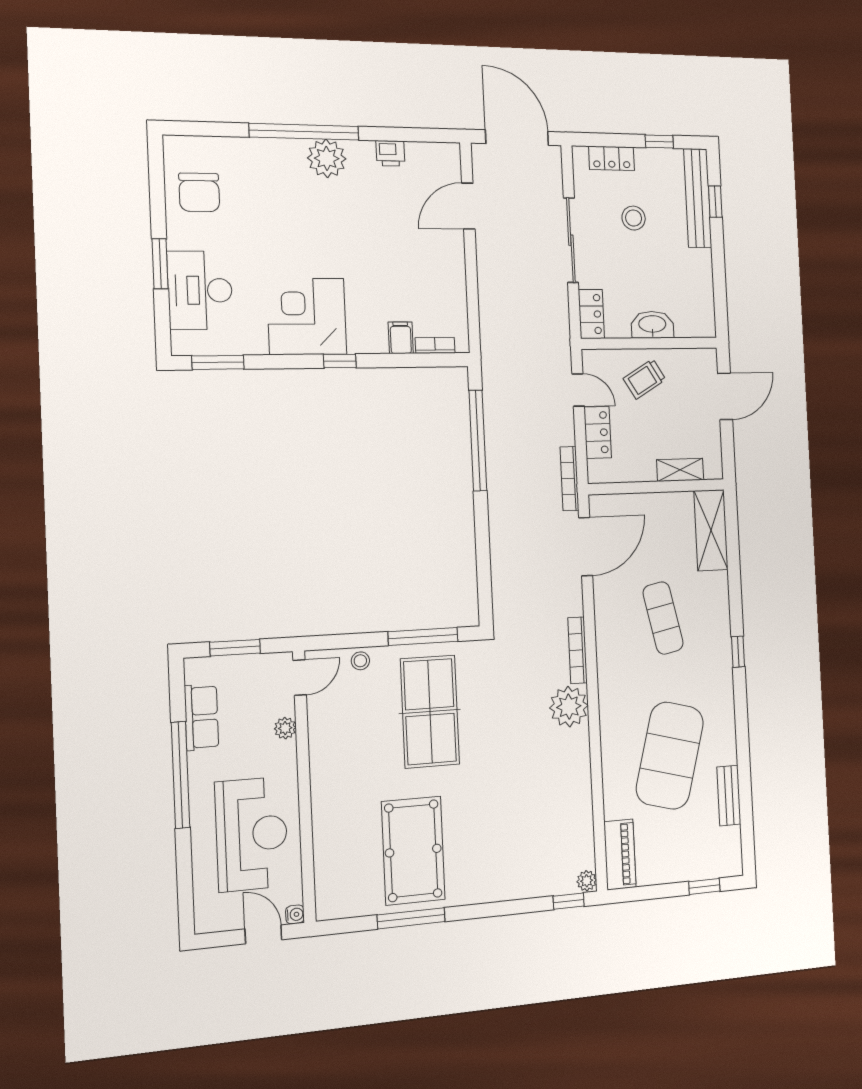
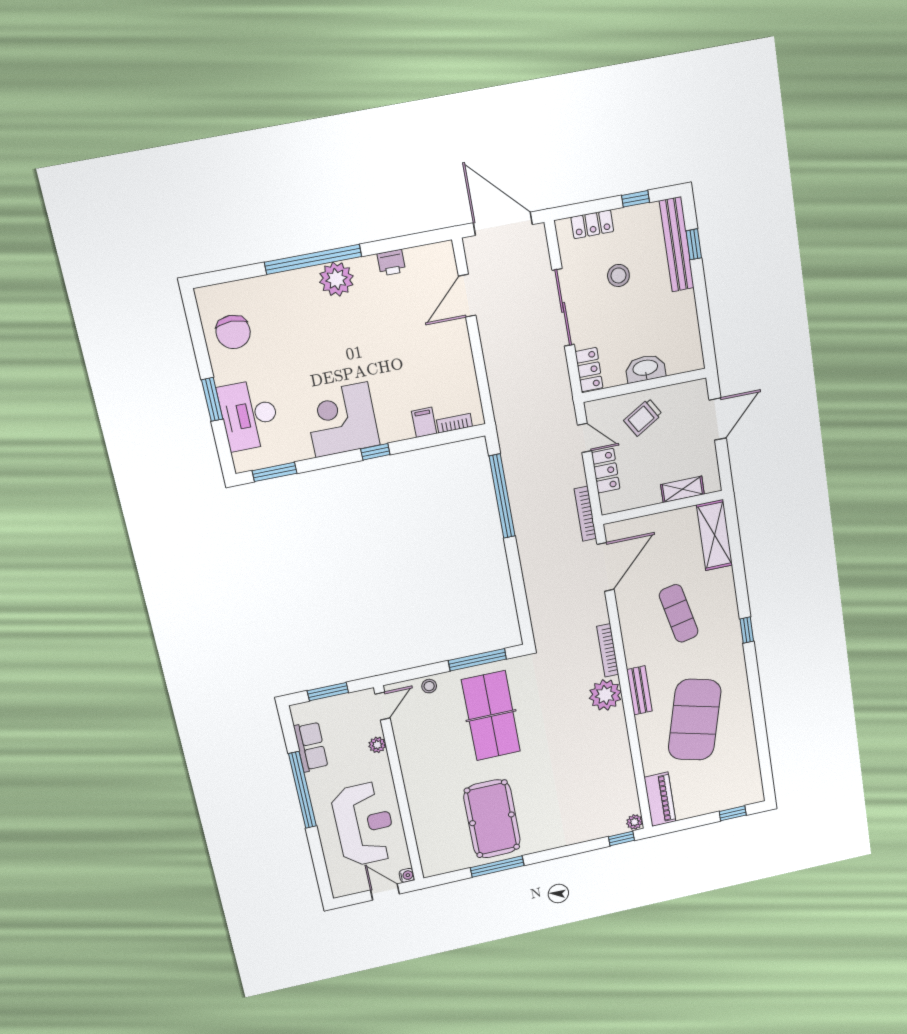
bench: (729, 796) -> (639, 690), moved

